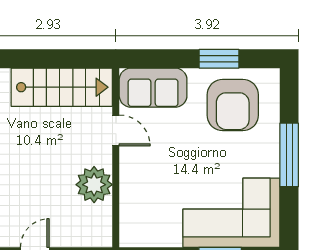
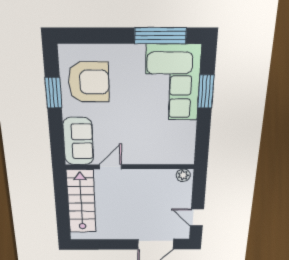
window: (289, 155) -> (160, 36), moved
plant: (94, 185) -> (183, 175), moved, width x0.53, depth x0.53

